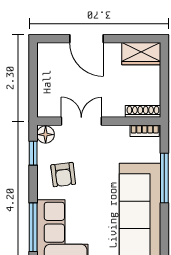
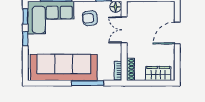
wardrobe: (141, 54) -> (158, 73), moved, turned 90
double door: (81, 121) -> (124, 30), swing flipped

